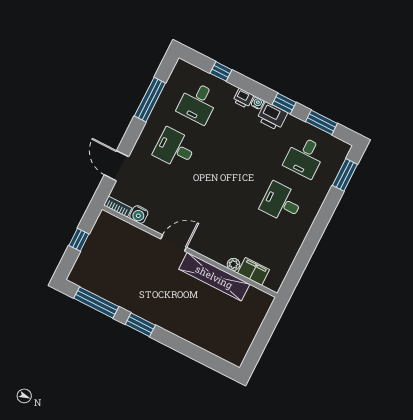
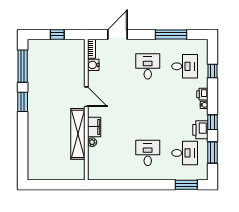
desk: (198, 103) -> (185, 66), turned 180
printer: (272, 116) -> (200, 130), moved
desk: (305, 157) -> (185, 153), turned 180
filing cabinet: (254, 271) -> (94, 127), moved

